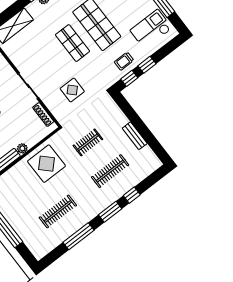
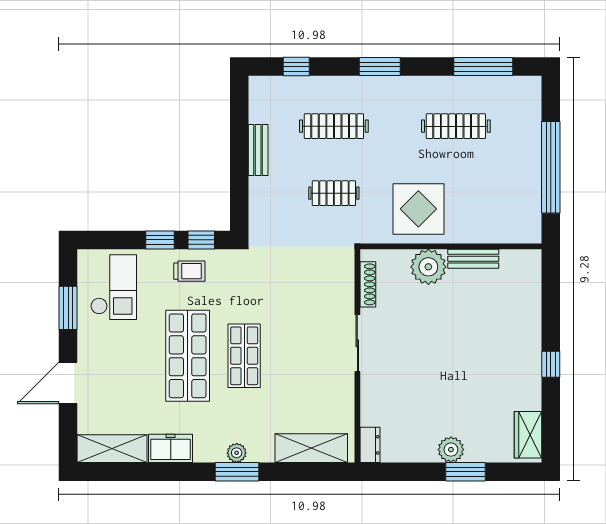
checkout: (151, 29) -> (114, 287), turned -90
display table: (72, 90) -> (298, 287), removed
plant: (22, 148) -> (428, 267), width x1.87, depth x1.87
window: (132, 195) -> (296, 67), moved
window: (78, 236) -> (483, 67), moved

